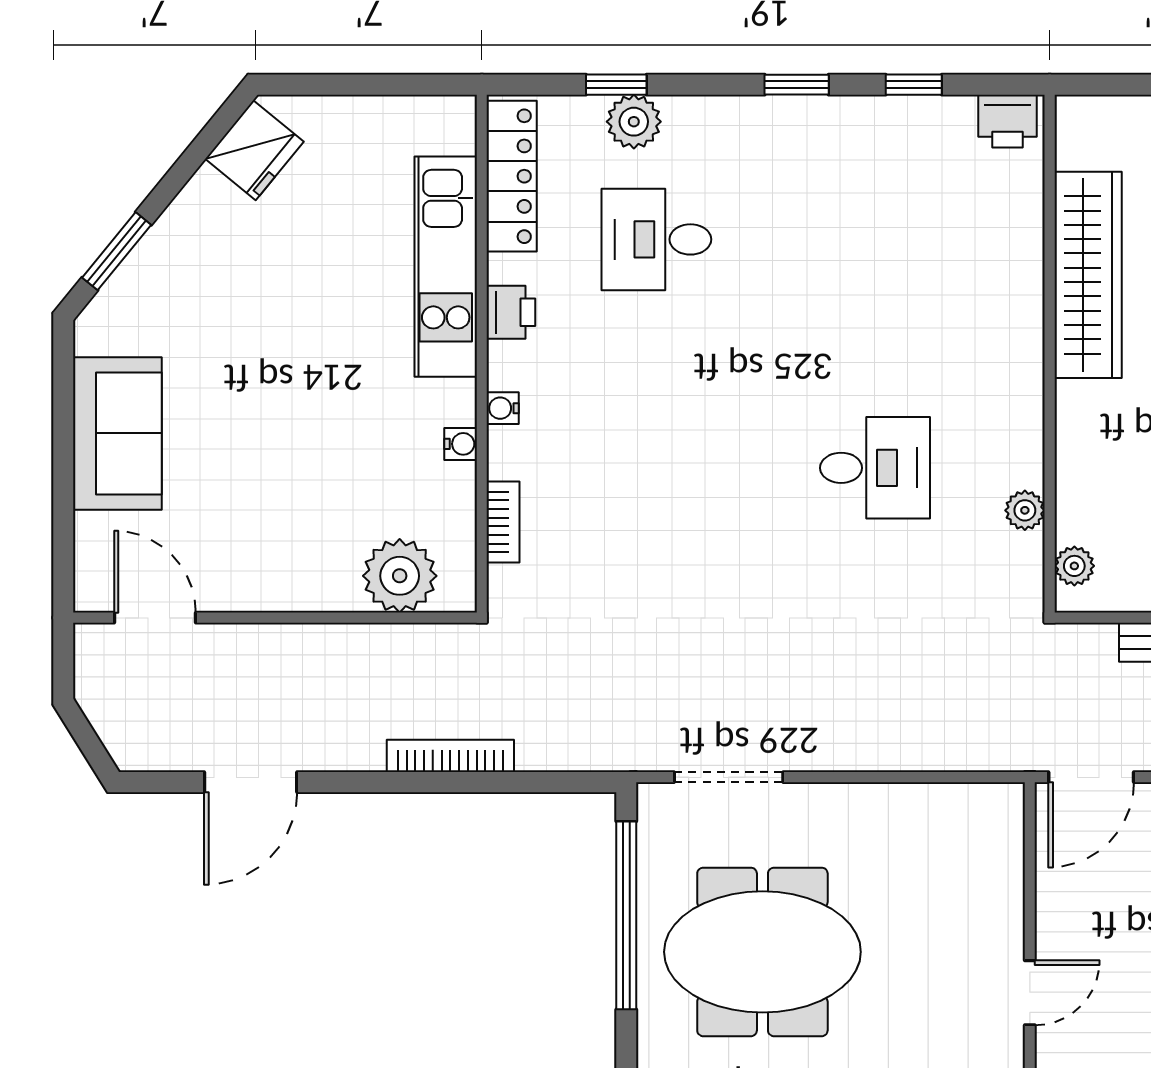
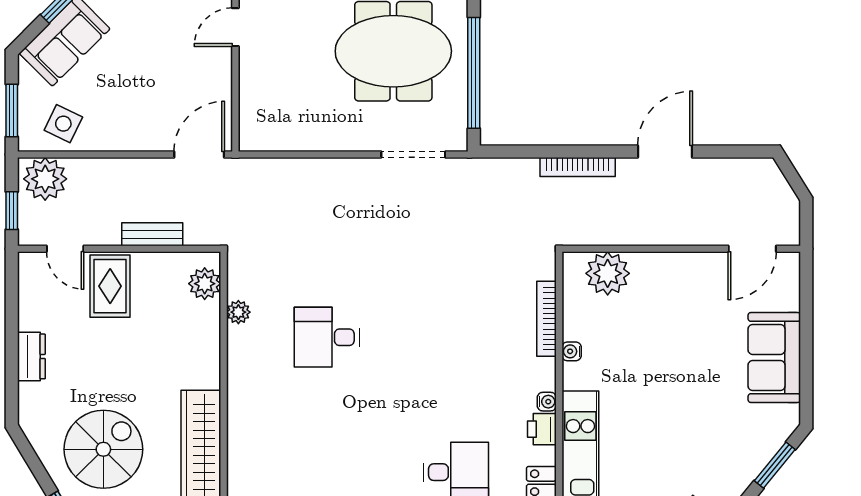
water cooler: (503, 408) -> (547, 402), moved
bookcase: (503, 522) -> (547, 319), width x1.56
plant: (1074, 566) -> (205, 284), width x1.38, depth x1.38
door: (155, 618) -> (752, 249), hinge flipped
door: (251, 782) -> (665, 152), moved

